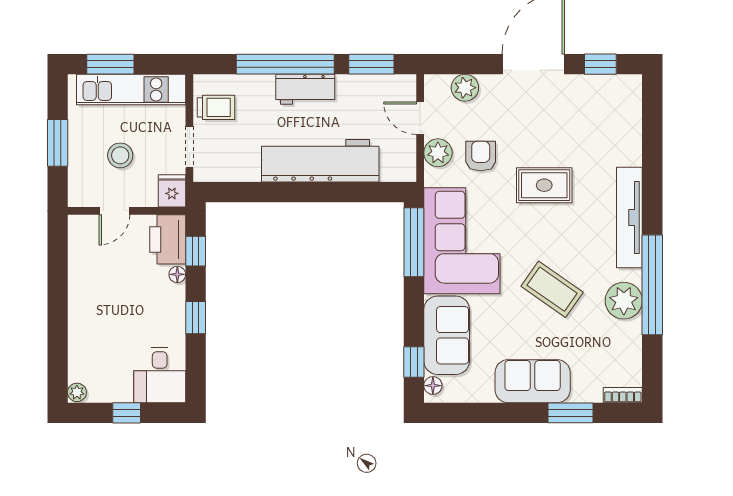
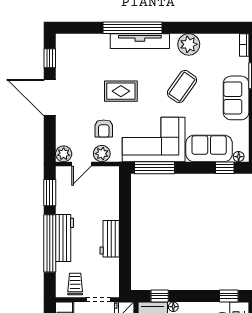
plant: (465, 88) -> (64, 154), moved
workbench: (305, 89) -> (65, 238), width x1.38
armchair: (481, 156) -> (104, 128), turned -90
workbench: (320, 161) -> (110, 239), width x0.53, depth x0.76
rug: (544, 185) -> (121, 91), turned 90
window: (652, 285) -> (133, 28), moved
window: (196, 318) -> (229, 296), moved

